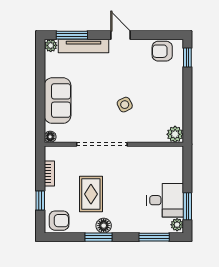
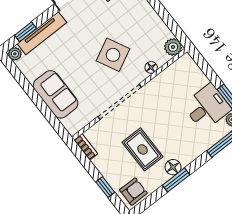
window: (72, 35) -> (26, 32), width x0.67
side table: (125, 105) -> (113, 55), width x1.87, depth x1.87
floor lamp: (50, 137) -> (151, 67), moved
bookcase: (49, 174) -> (86, 147), moved

